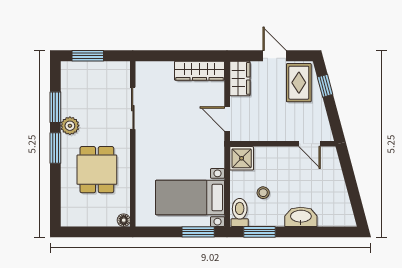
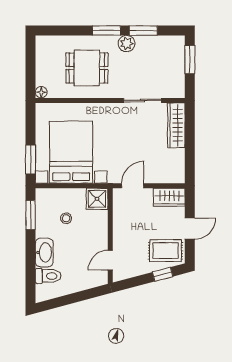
wardrobe: (200, 71) -> (176, 125), moved
bed with nightstands: (190, 198) -> (71, 152), width x1.36
toilet: (240, 212) -> (48, 276), moved

